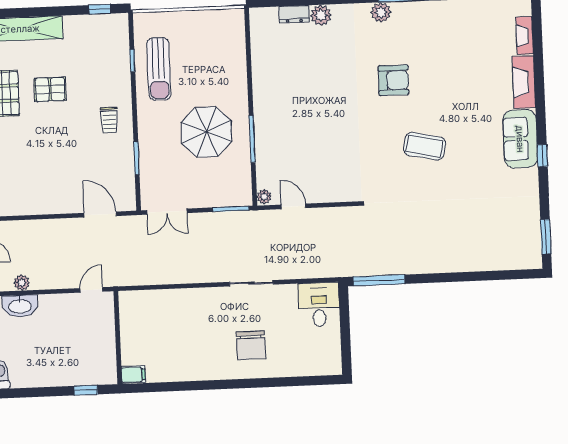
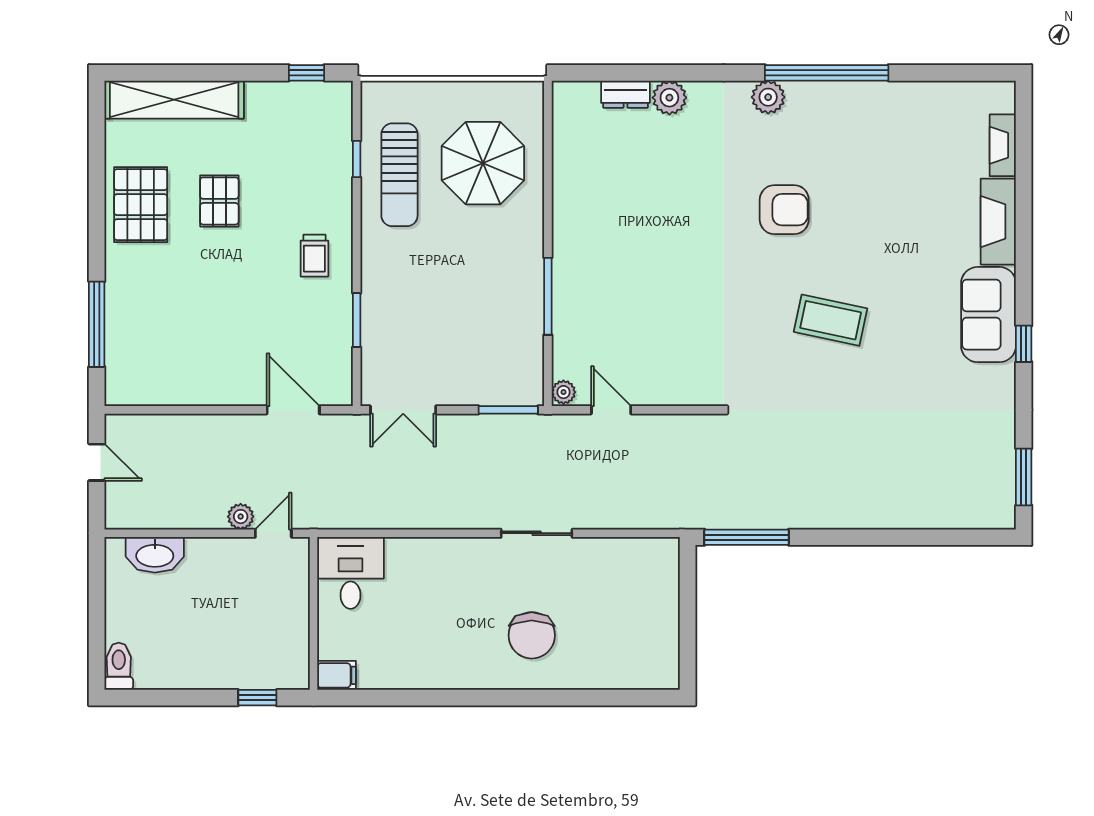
pallet: (50, 89) -> (219, 201), turned 90
parasol: (206, 132) -> (483, 163), moved
plant: (22, 283) -> (241, 517), moved
desk: (319, 304) -> (350, 573), moved

